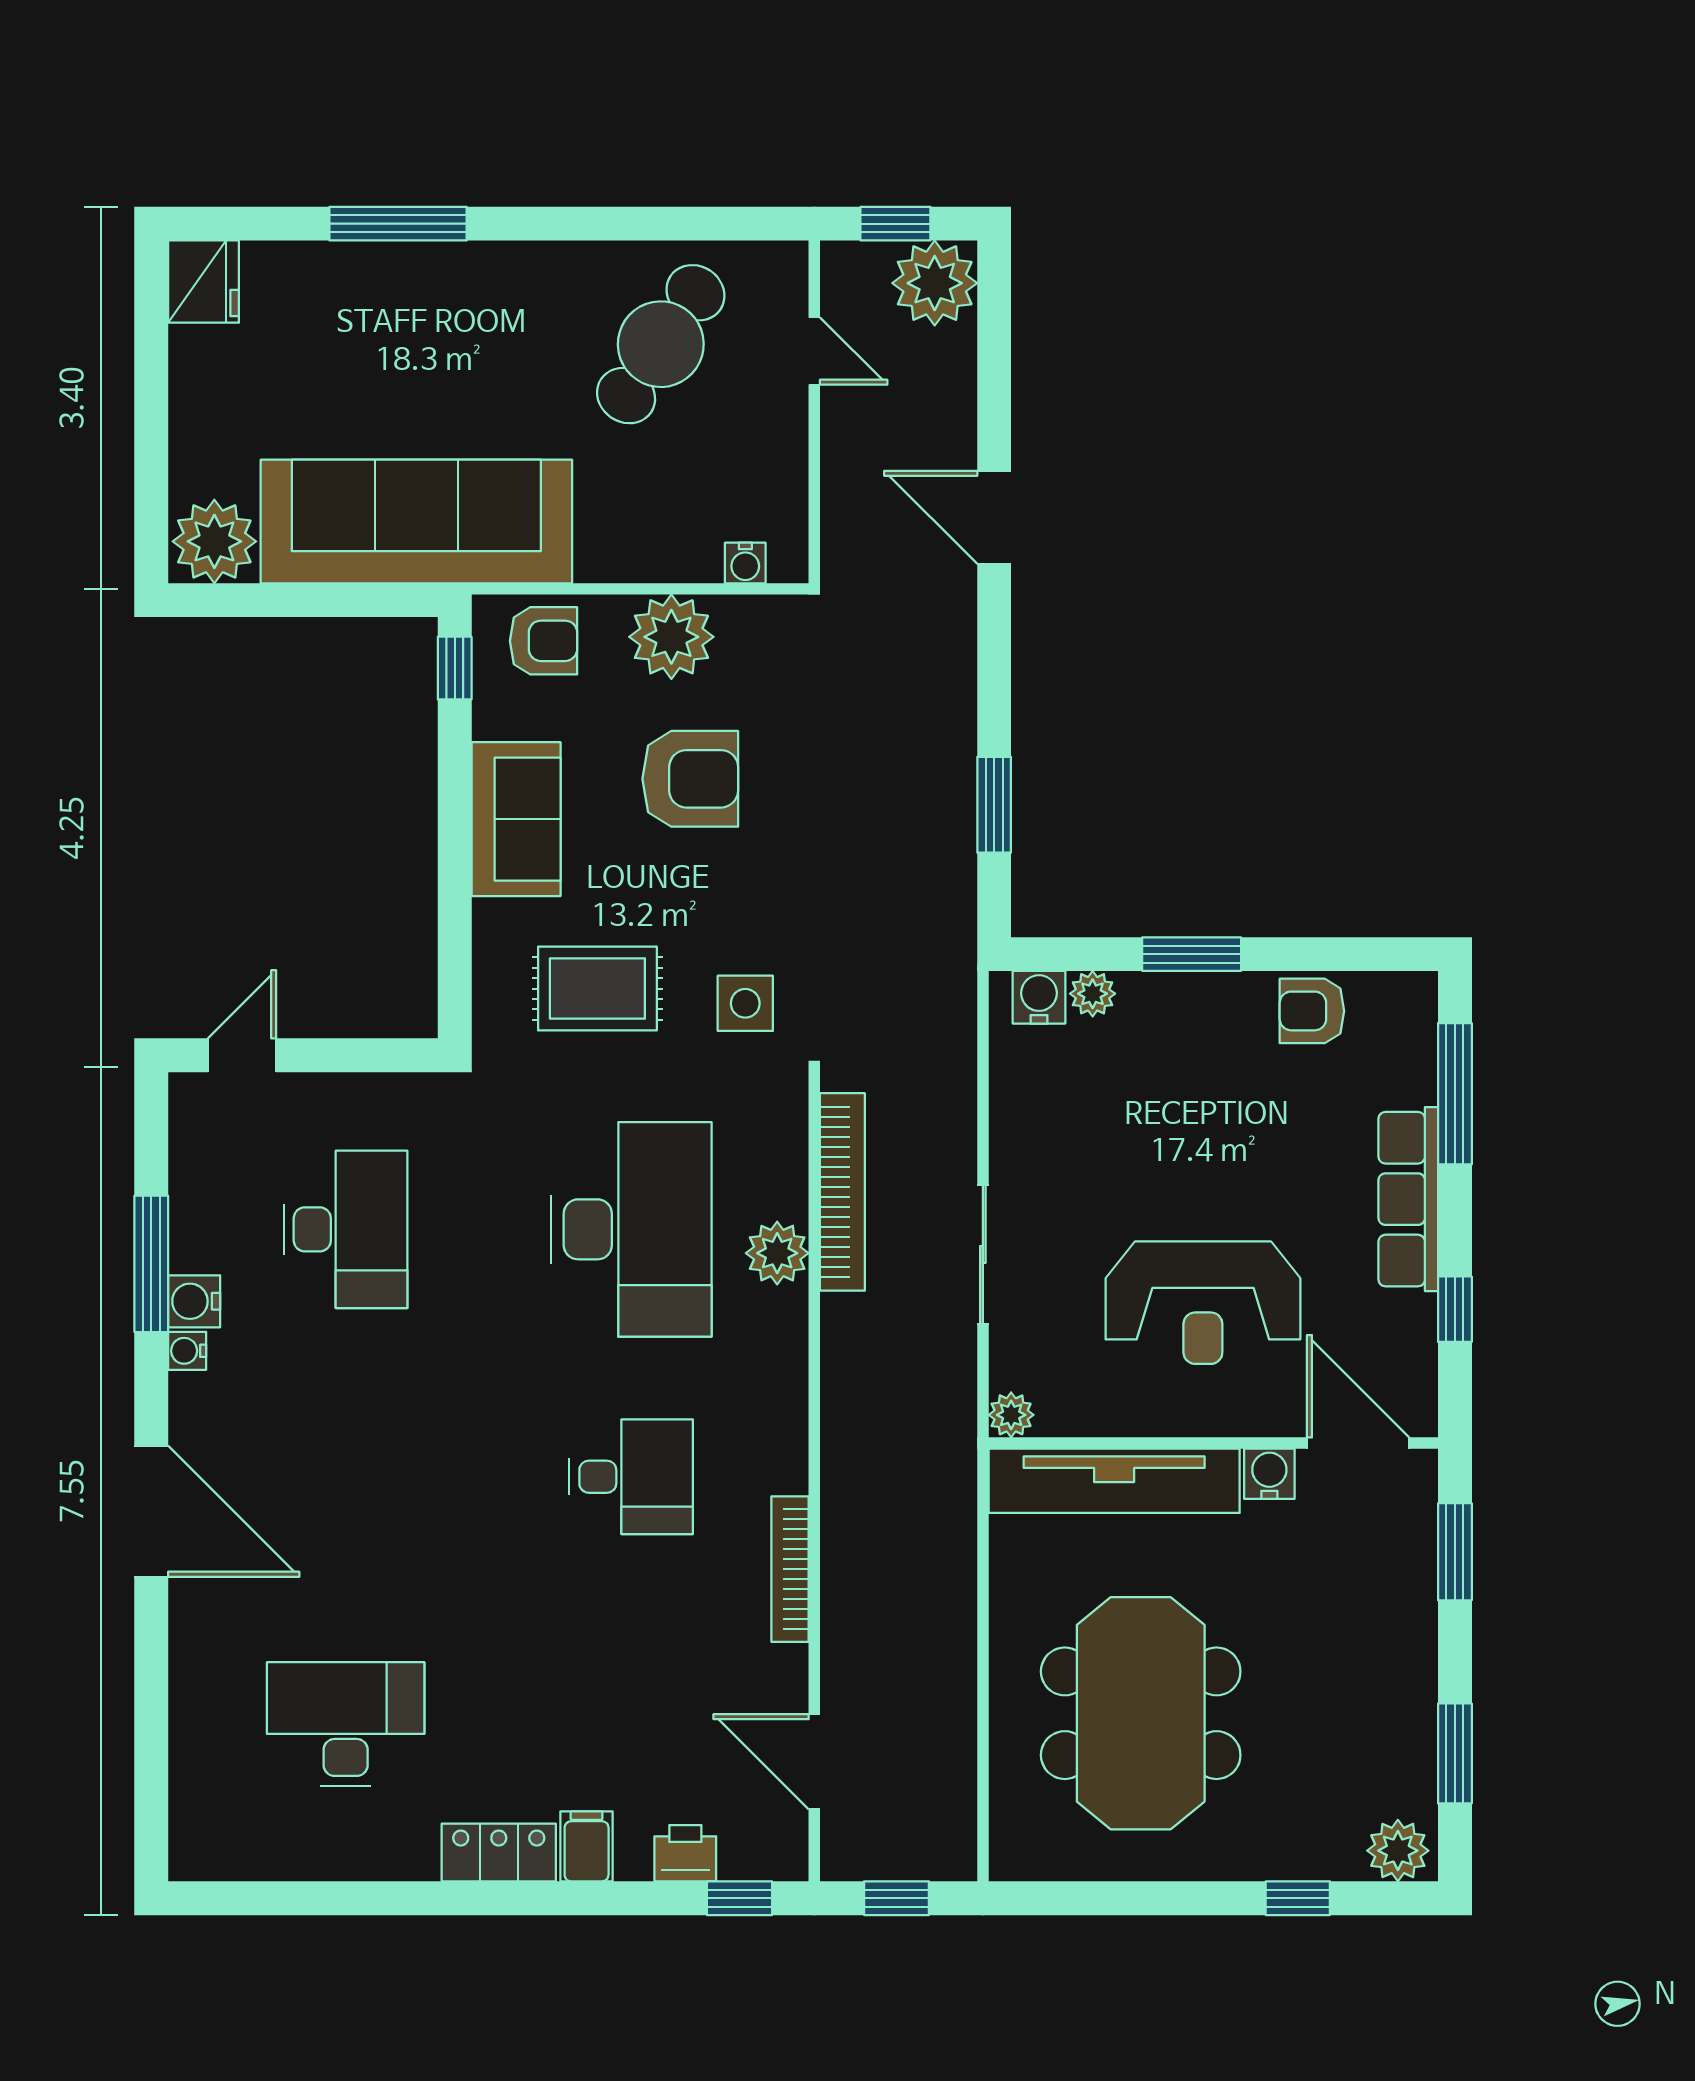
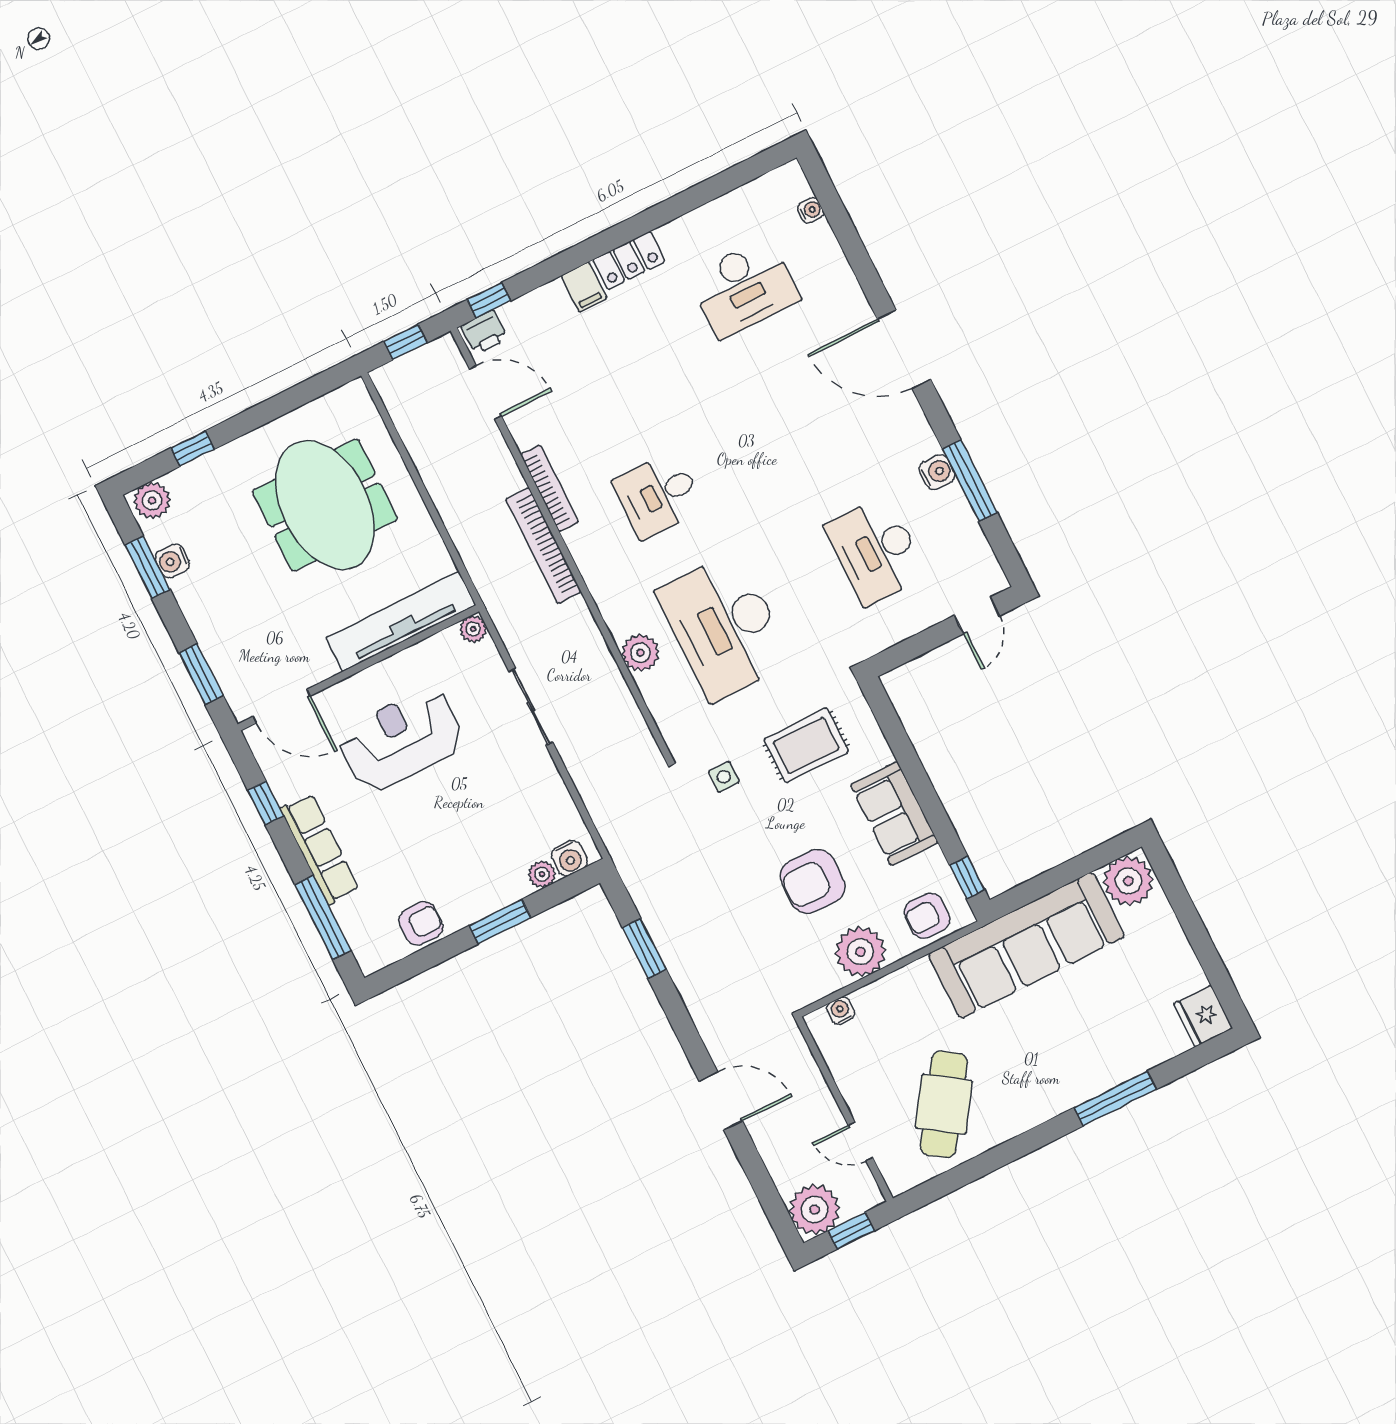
side table: (745, 1003) -> (724, 777), width x0.73, depth x0.73
bookcase: (842, 1192) -> (543, 546), moved
water cooler: (187, 1351) -> (811, 210), moved
water cooler: (1269, 1474) -> (172, 561), moved, turned 90
printer: (685, 1853) -> (484, 332), moved

